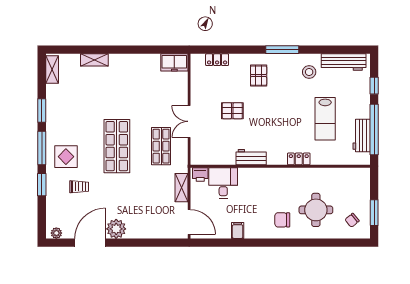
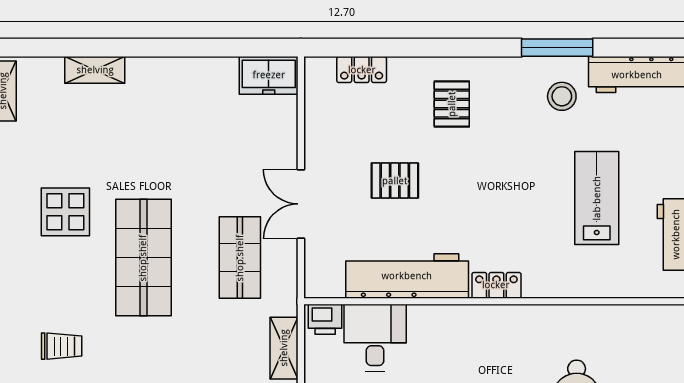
window: (282, 50) -> (557, 48), moved
lab bench: (325, 119) -> (597, 198), turned 180
display table: (66, 157) -> (65, 212), moved
workbench: (251, 157) -> (407, 276), width x1.88, depth x1.32
locker: (299, 159) -> (496, 285), moved

